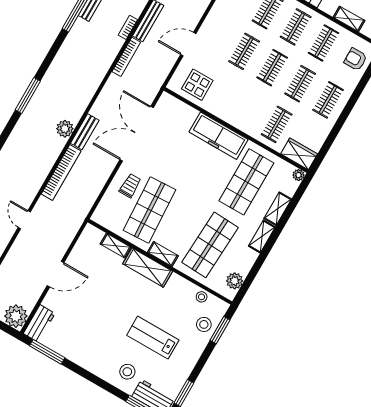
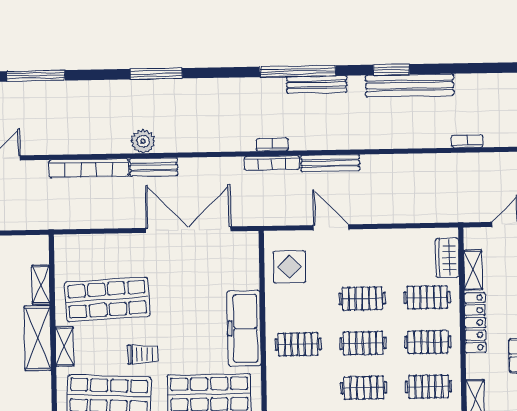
bookcase: (128, 27) -> (272, 145), moved
clothes rail: (277, 124) -> (298, 344), moved
trolley: (130, 186) -> (143, 354), moved

